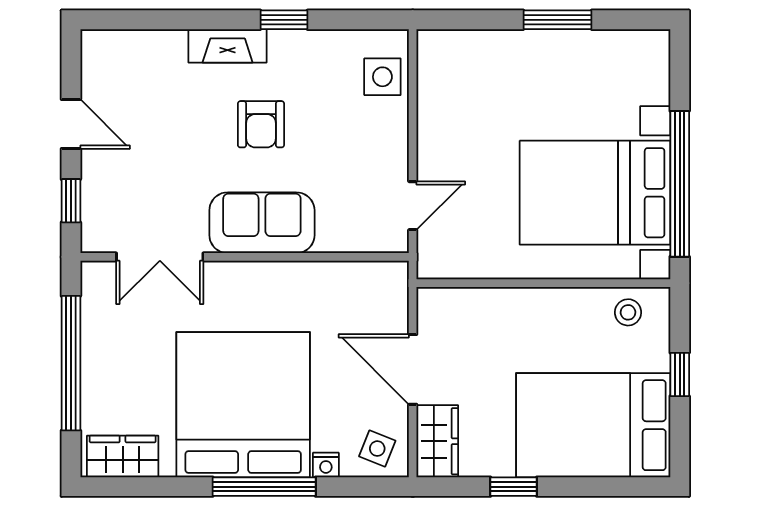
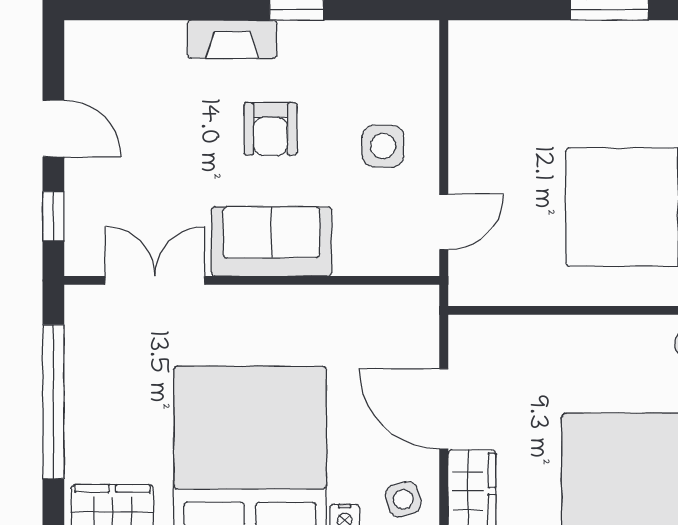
side table: (382, 77) -> (383, 146), moved
double door: (160, 257) -> (155, 280), swing flipped
side table: (377, 449) -> (403, 499), turned -38

